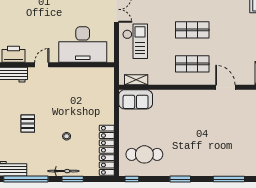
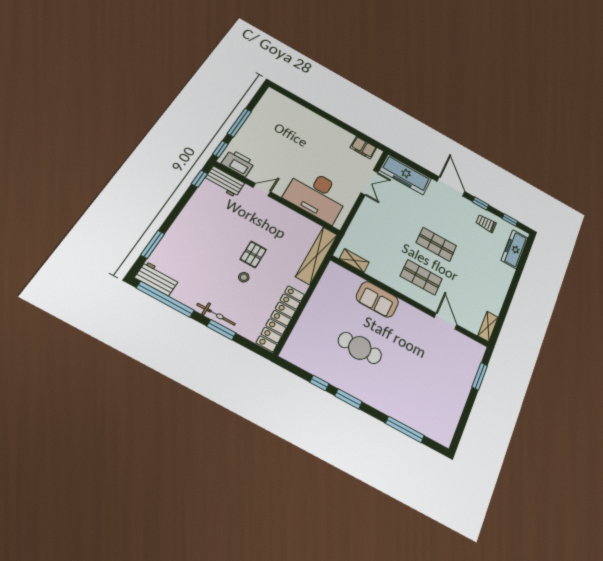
checkout: (135, 41) -> (373, 222), removed
shelving: (107, 92) -> (317, 255), added
sofa: (136, 99) -> (377, 299), moved
pallet: (28, 123) -> (253, 254), moved
cafe table: (144, 154) -> (360, 348), moved
window: (132, 179) -> (319, 383), moved

